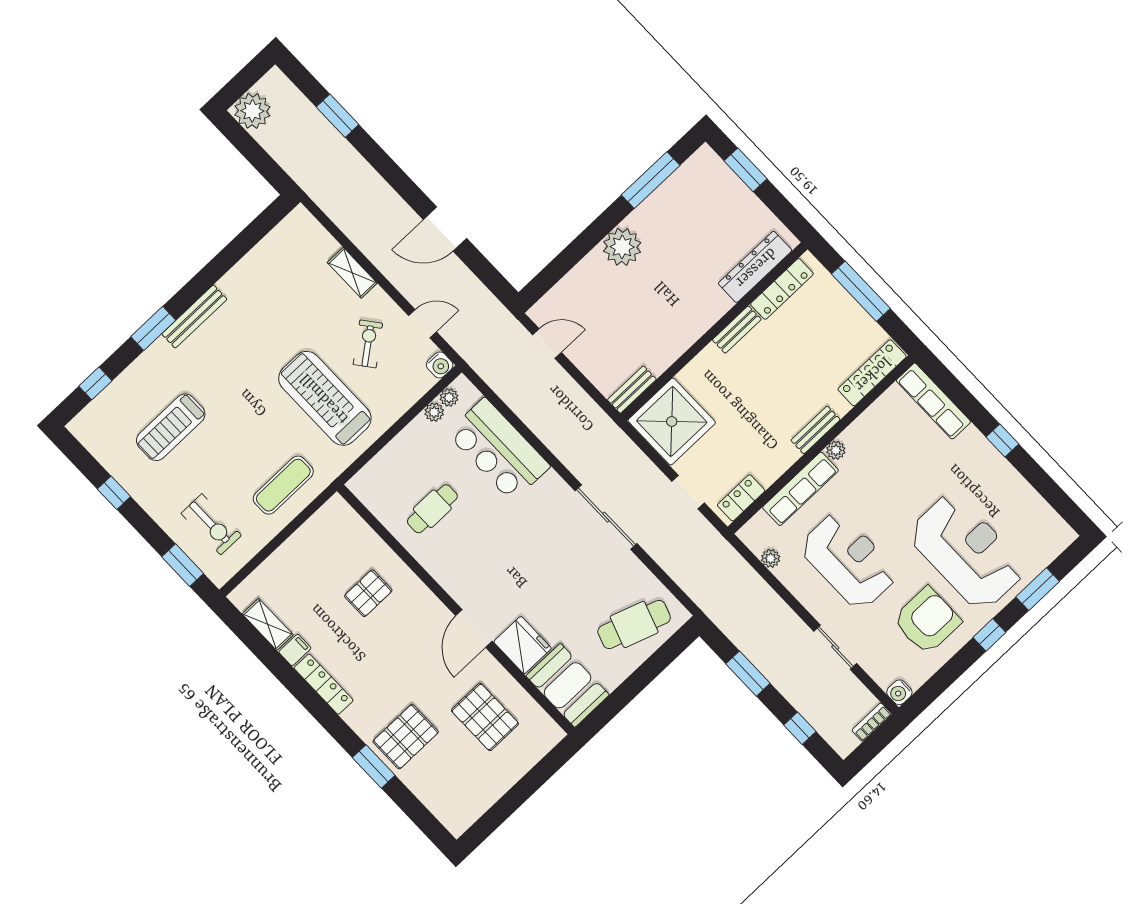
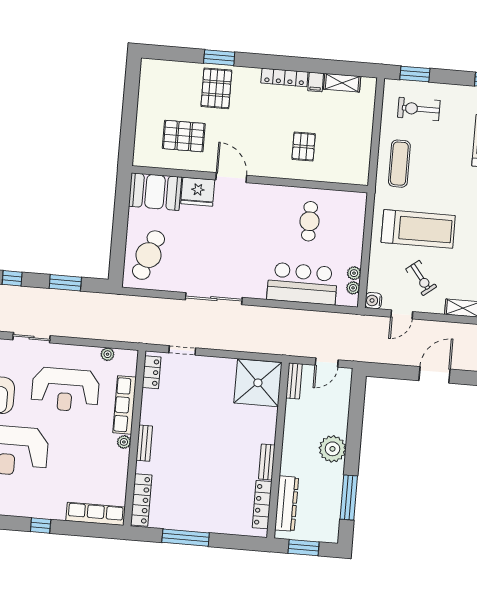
dresser: (755, 267) -> (287, 504), moved
locker: (782, 289) -> (262, 505), moved
bench: (737, 330) -> (267, 462), moved
wall: (714, 331) -> (278, 450), moved
bench: (632, 390) -> (294, 381), moved
shower: (672, 422) -> (258, 383), moved

